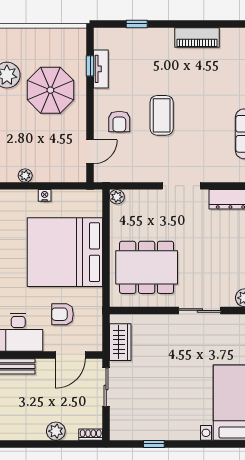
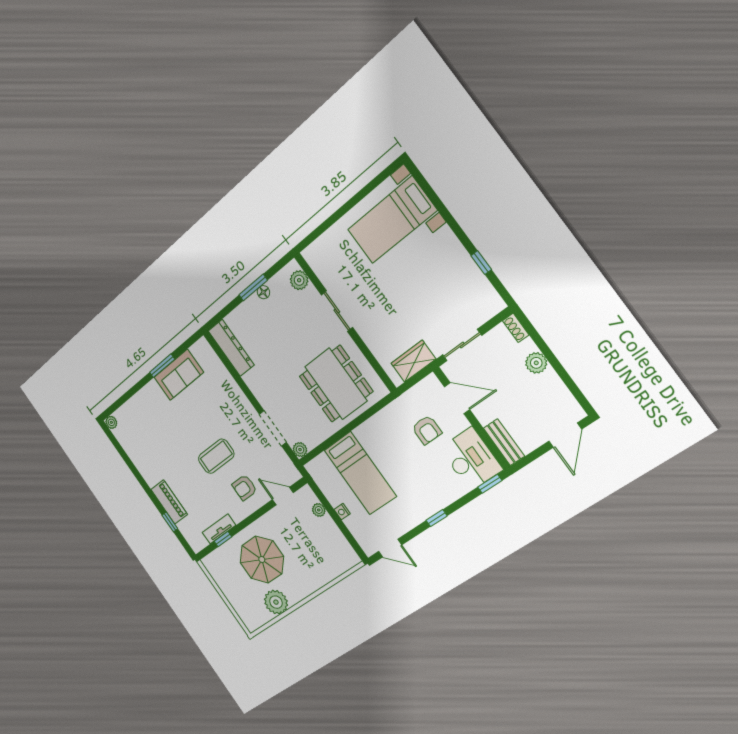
piano: (197, 37) -> (169, 502), moved
armchair: (119, 121) -> (244, 488), turned 180
plant: (25, 176) -> (319, 510), moved
doorway: (181, 186) -> (273, 428), moved
bed: (65, 252) -> (360, 473), width x0.49

